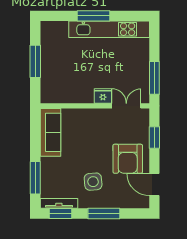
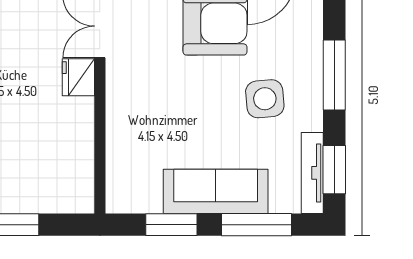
sofa: (51, 132) -> (216, 191), moved
window: (35, 139) -> (171, 225), added

